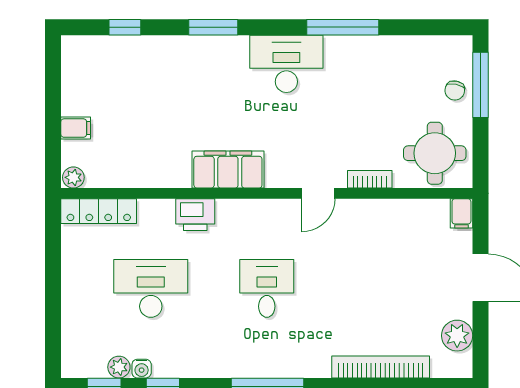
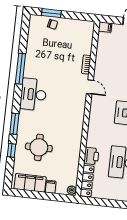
window: (125, 27) -> (11, 150), moved
window: (480, 85) -> (51, 13), width x0.69
round table: (435, 153) -> (39, 147), moved
filing cabinet: (228, 170) -> (30, 183), moved, turned 90
printer: (195, 215) -> (91, 156), moved

